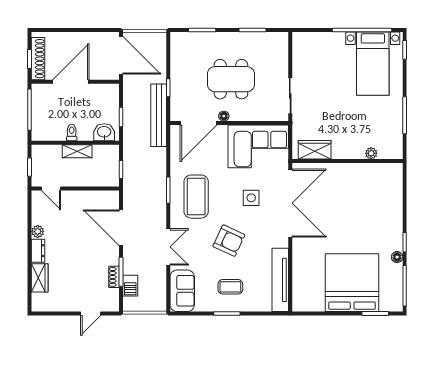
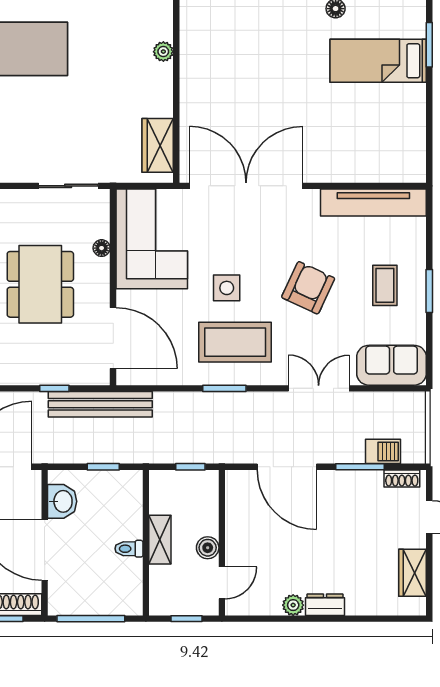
floor lamp: (224, 116) -> (102, 248), moved
washbasin: (104, 132) -> (62, 501), moved, turned 180
boiler: (72, 180) -> (208, 548), added
side table: (251, 198) -> (227, 288), moved
door: (121, 228) -> (287, 467), hinge flipped
shoe rack: (114, 277) -> (402, 478), moved
wardrobe: (40, 278) -> (413, 573), moved, turned -90
bed: (352, 283) -> (378, 61), width x0.49

